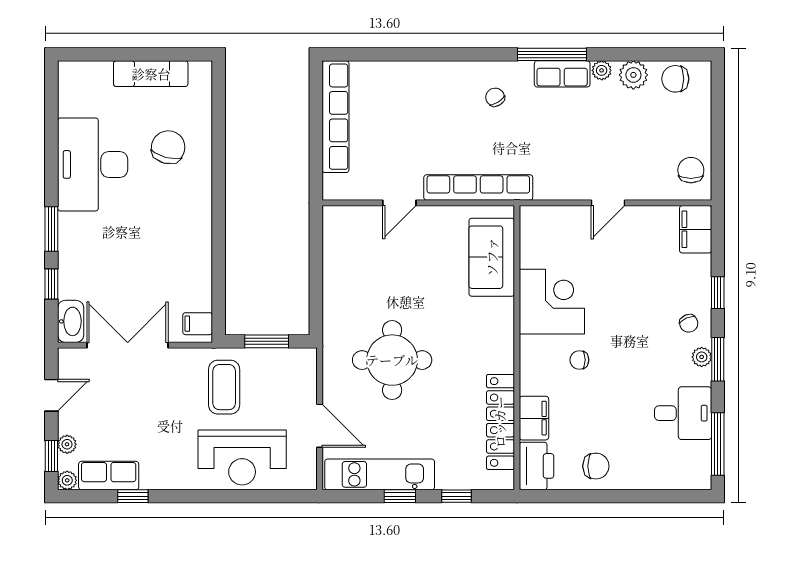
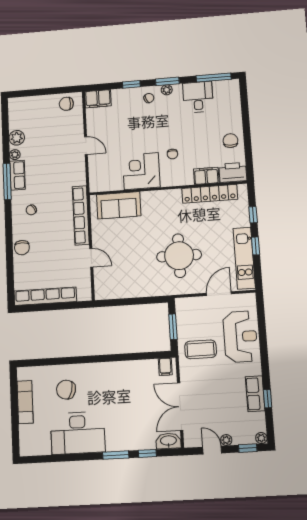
chair: (675, 79) -> (22, 248), moved
plant: (67, 444) -> (226, 440), moved
row of seats: (109, 476) -> (255, 394), moved

